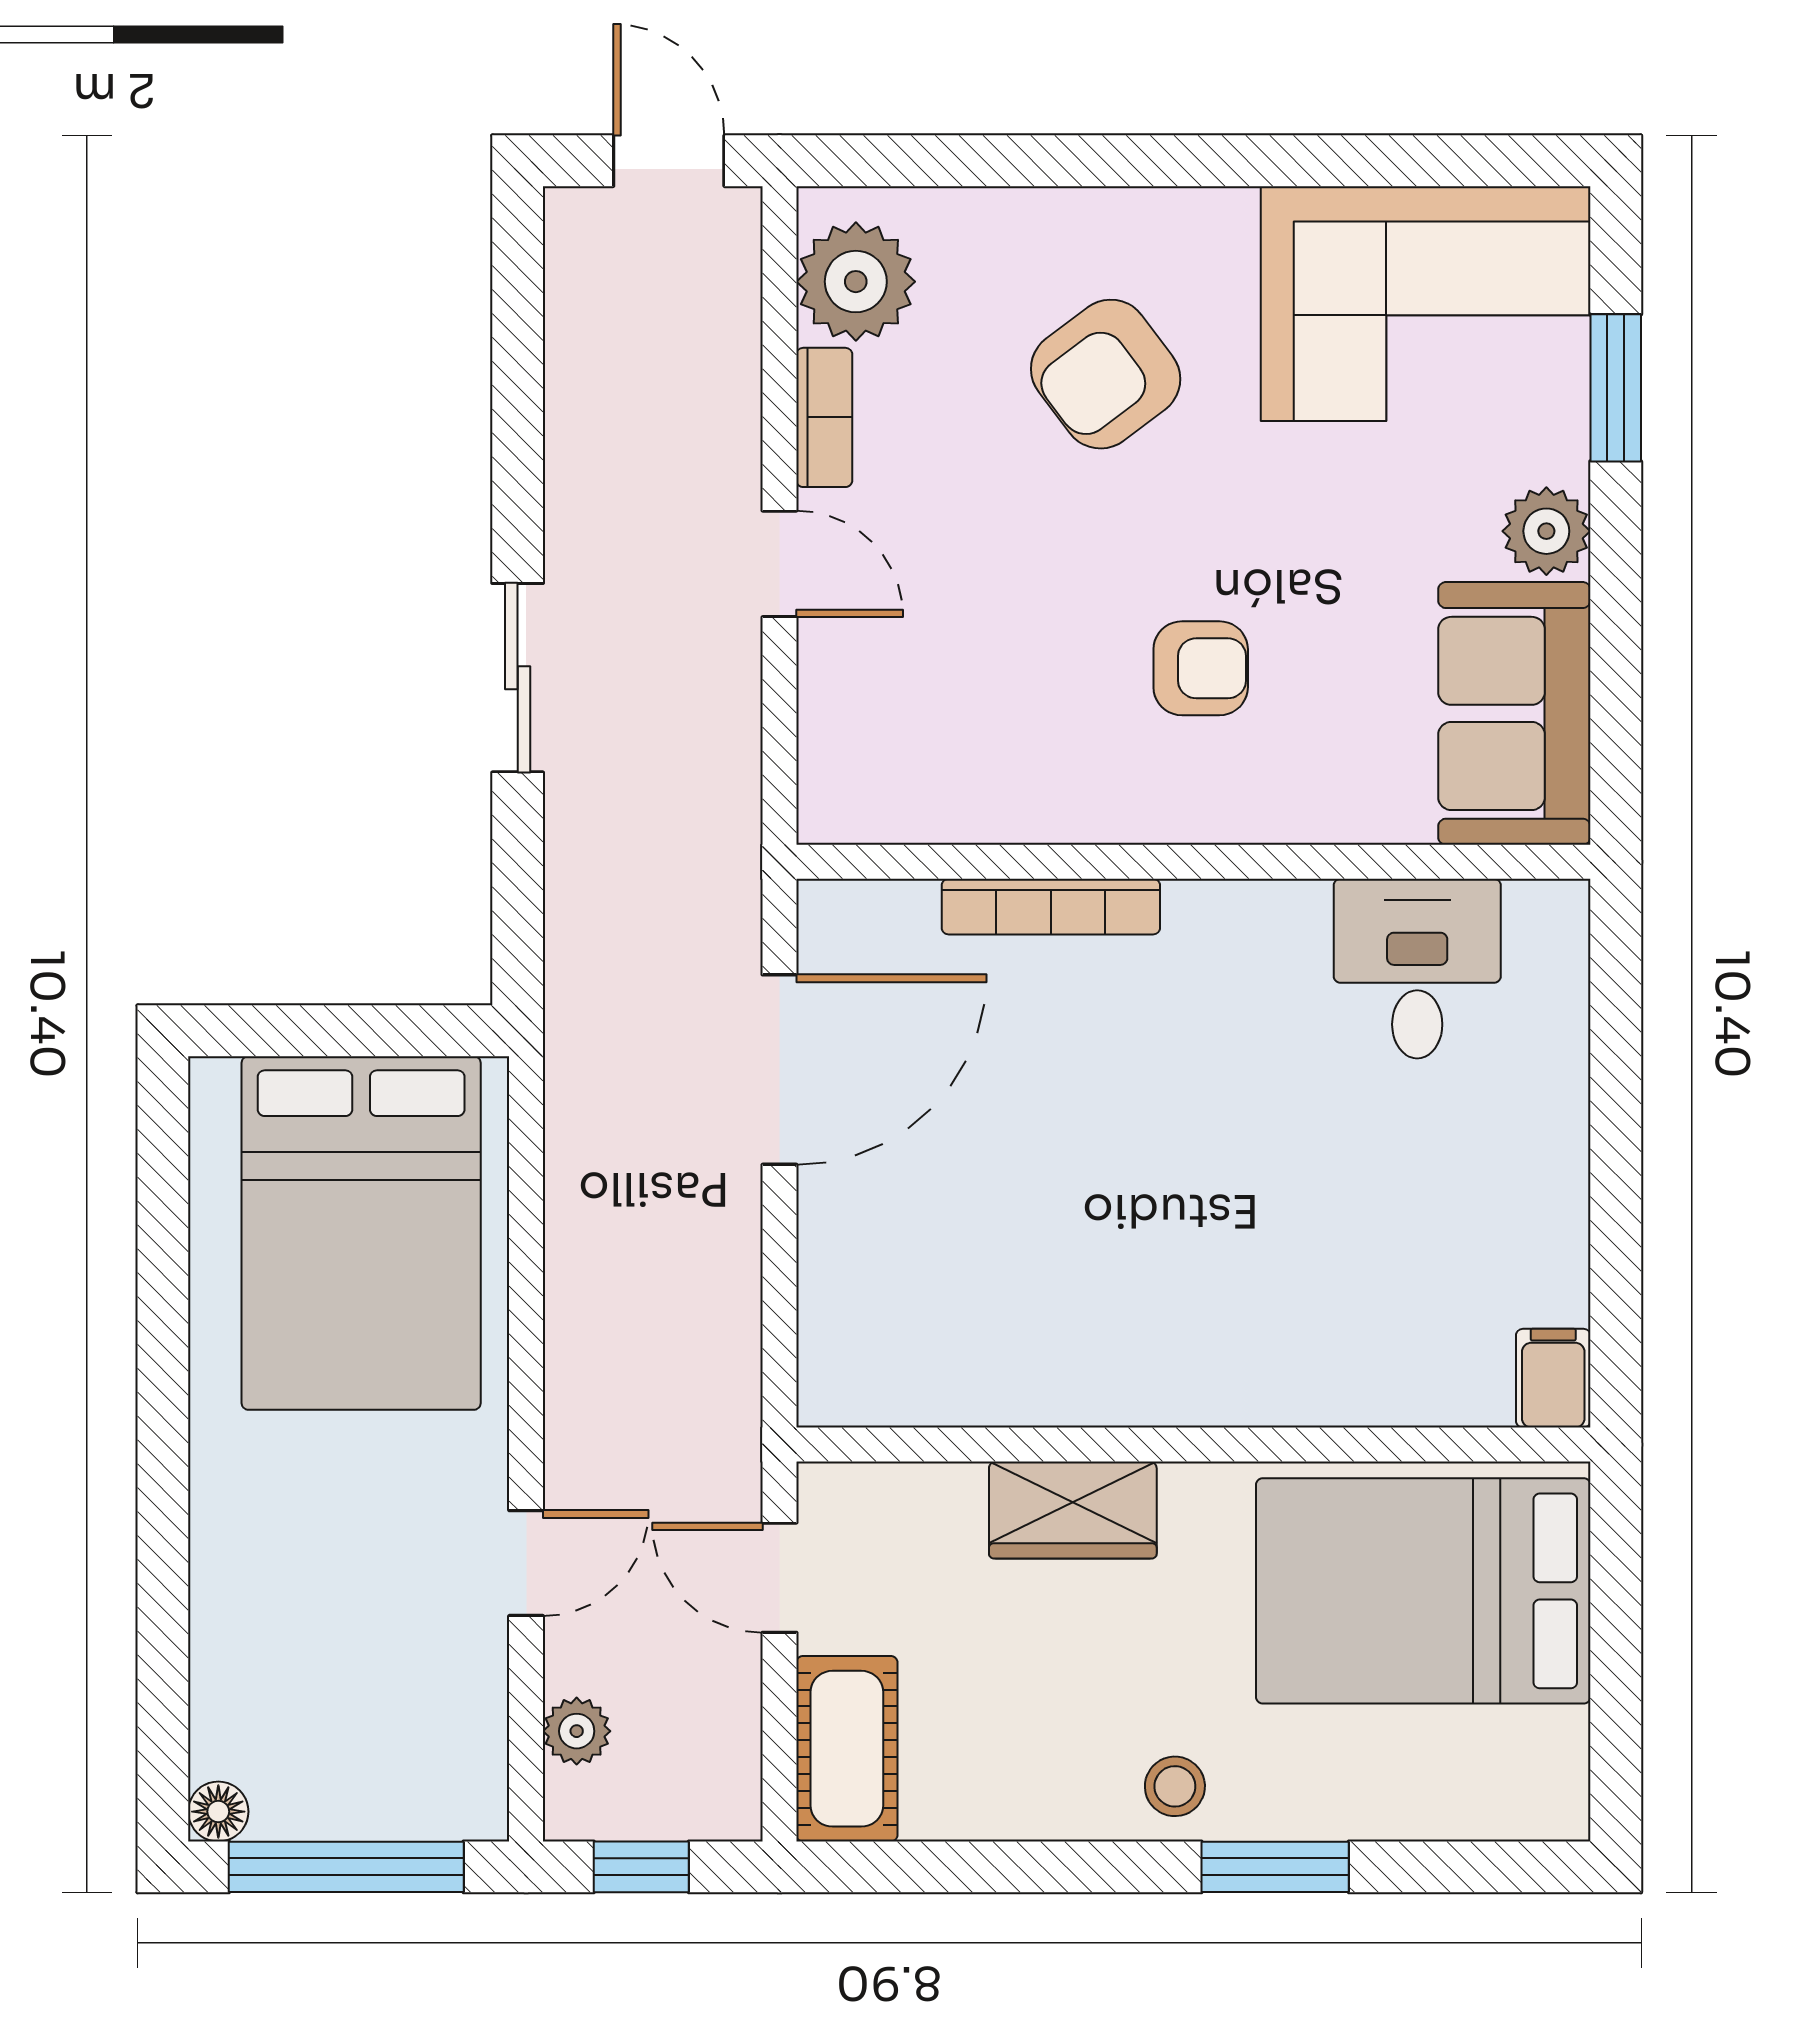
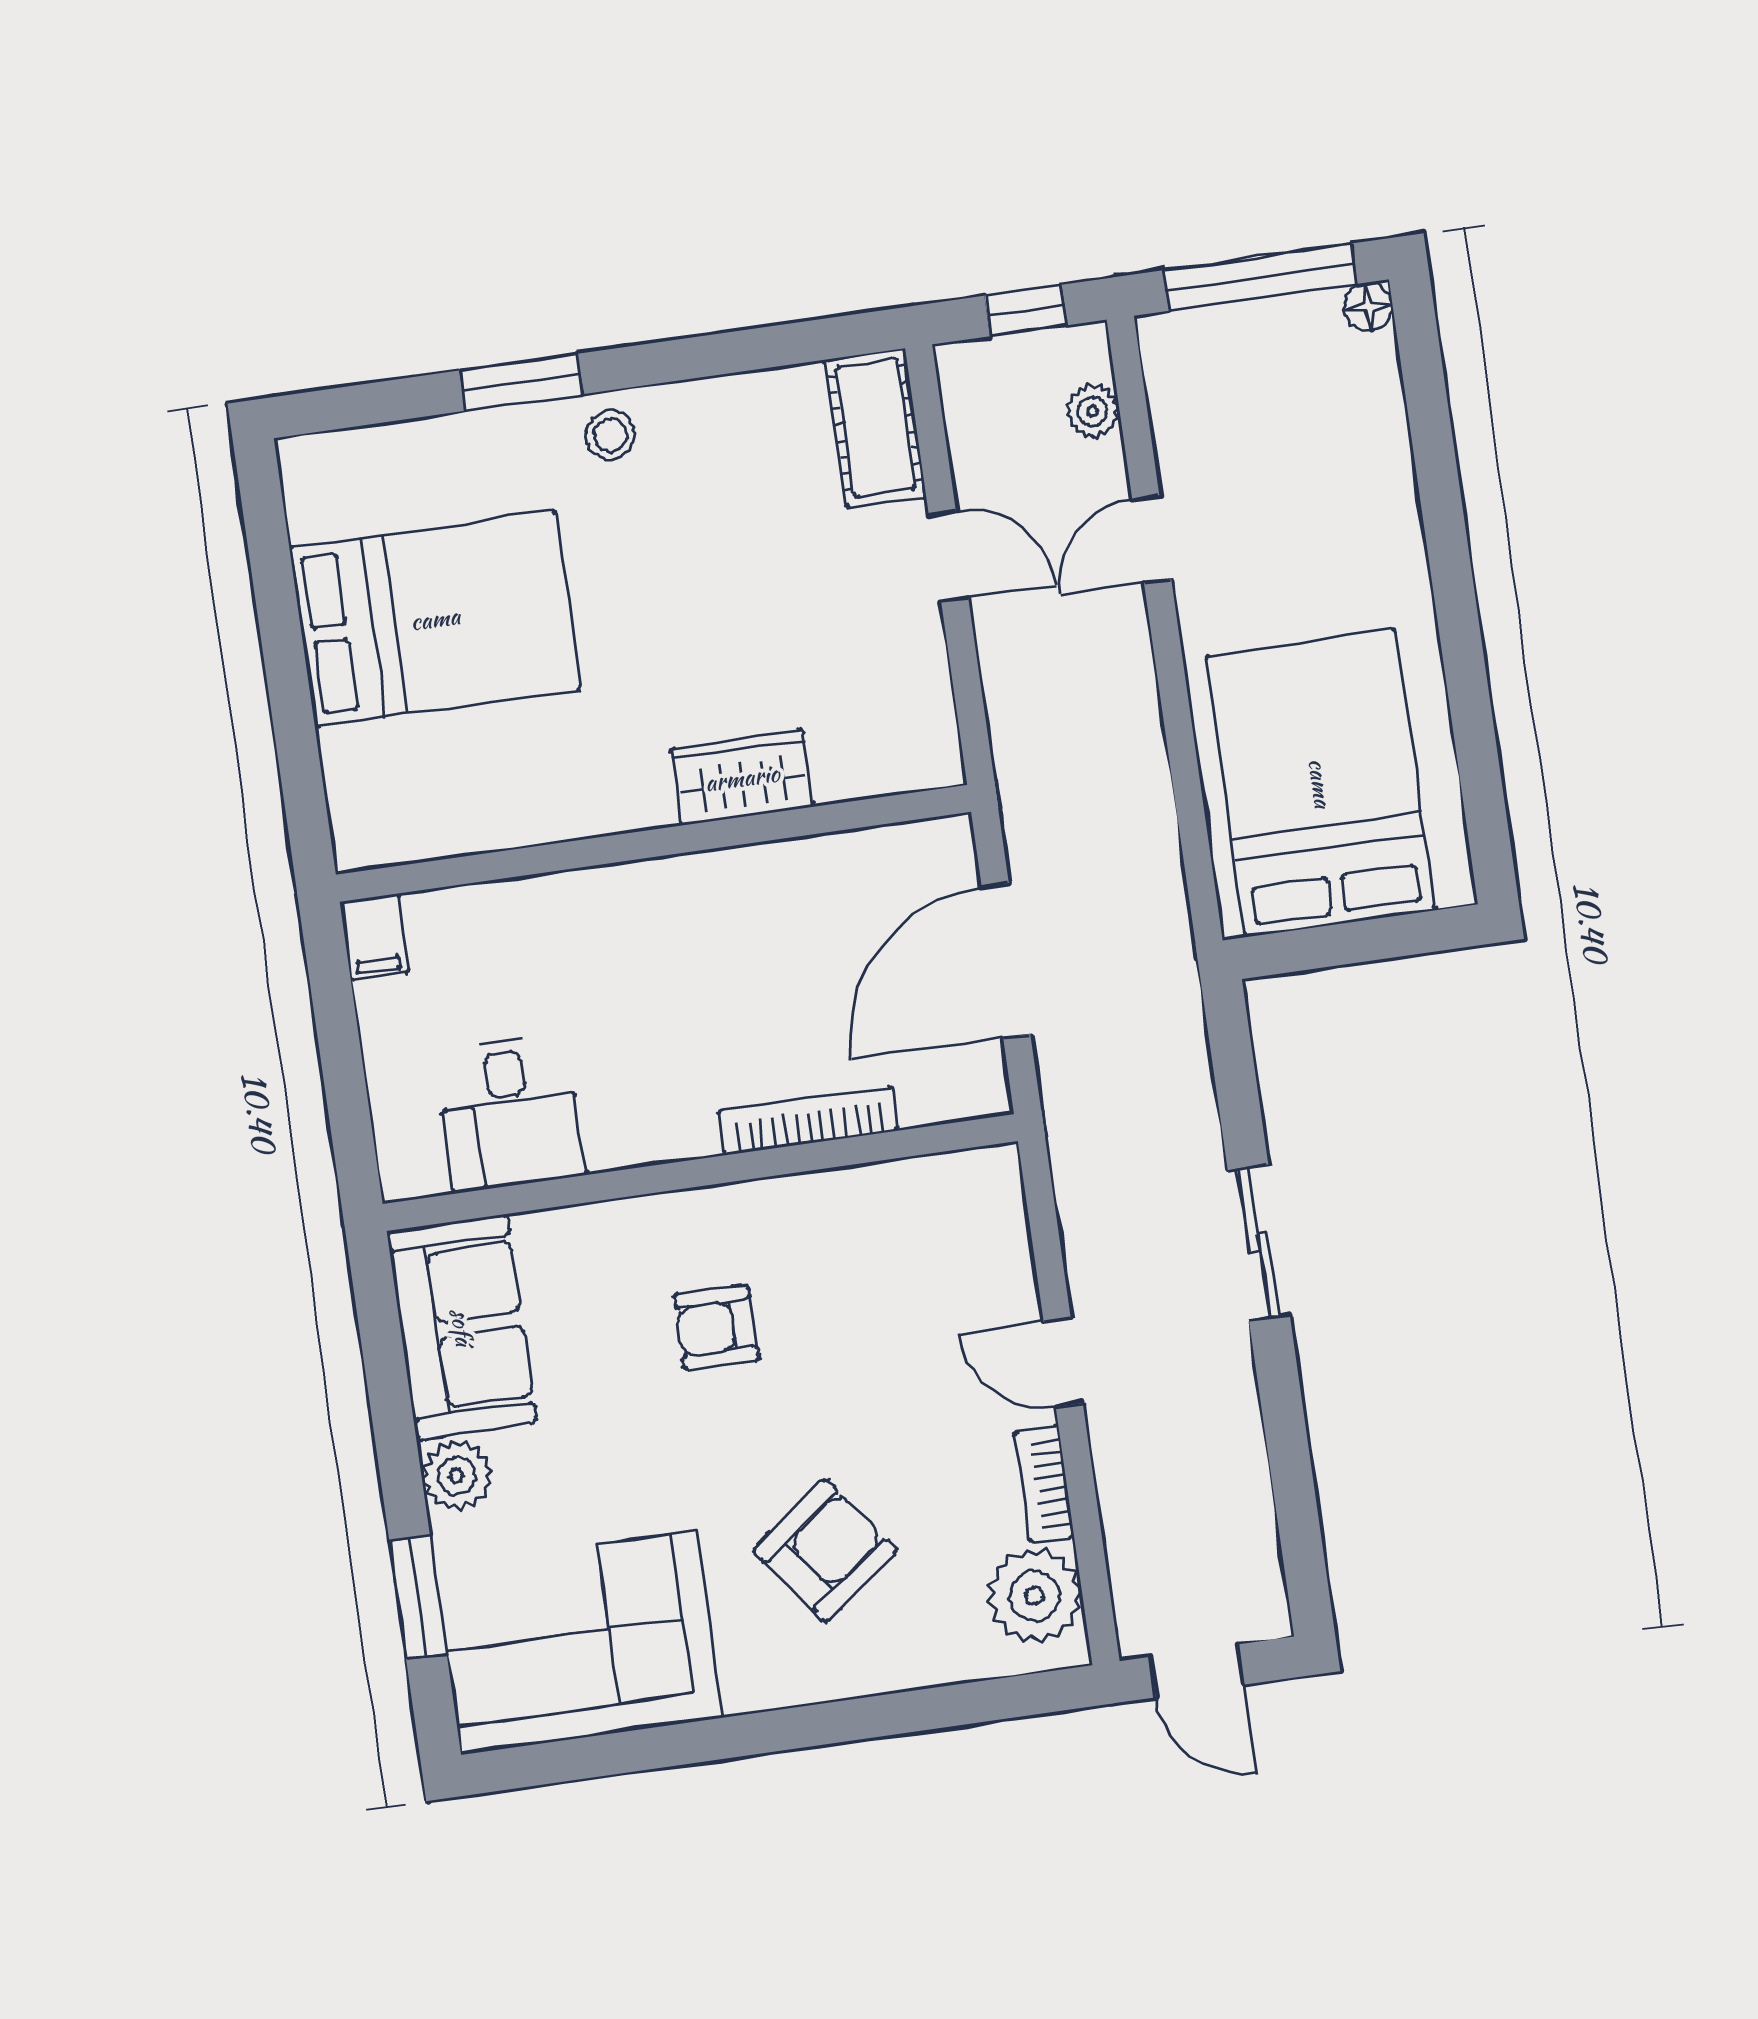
filing cabinet: (1553, 1378) -> (375, 937), moved
wall: (1193, 1445) -> (653, 843), moved
wardrobe: (1073, 1510) -> (742, 778), moved

